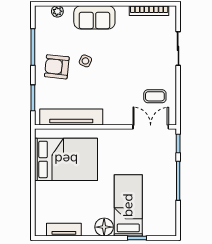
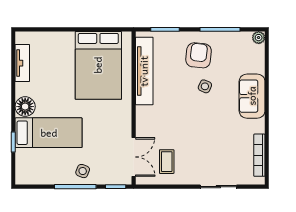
plant: (57, 11) -> (259, 38), moved
side table: (164, 174) -> (83, 171), added

